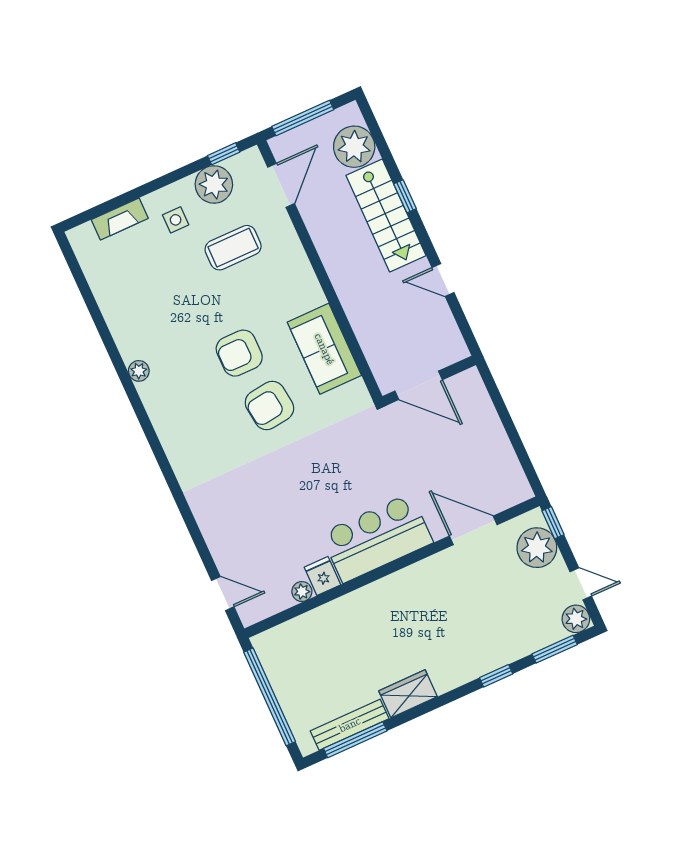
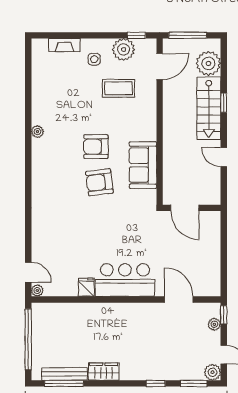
plant: (537, 548) -> (214, 324), width x0.53, depth x0.53
plant: (302, 592) -> (37, 290), moved

